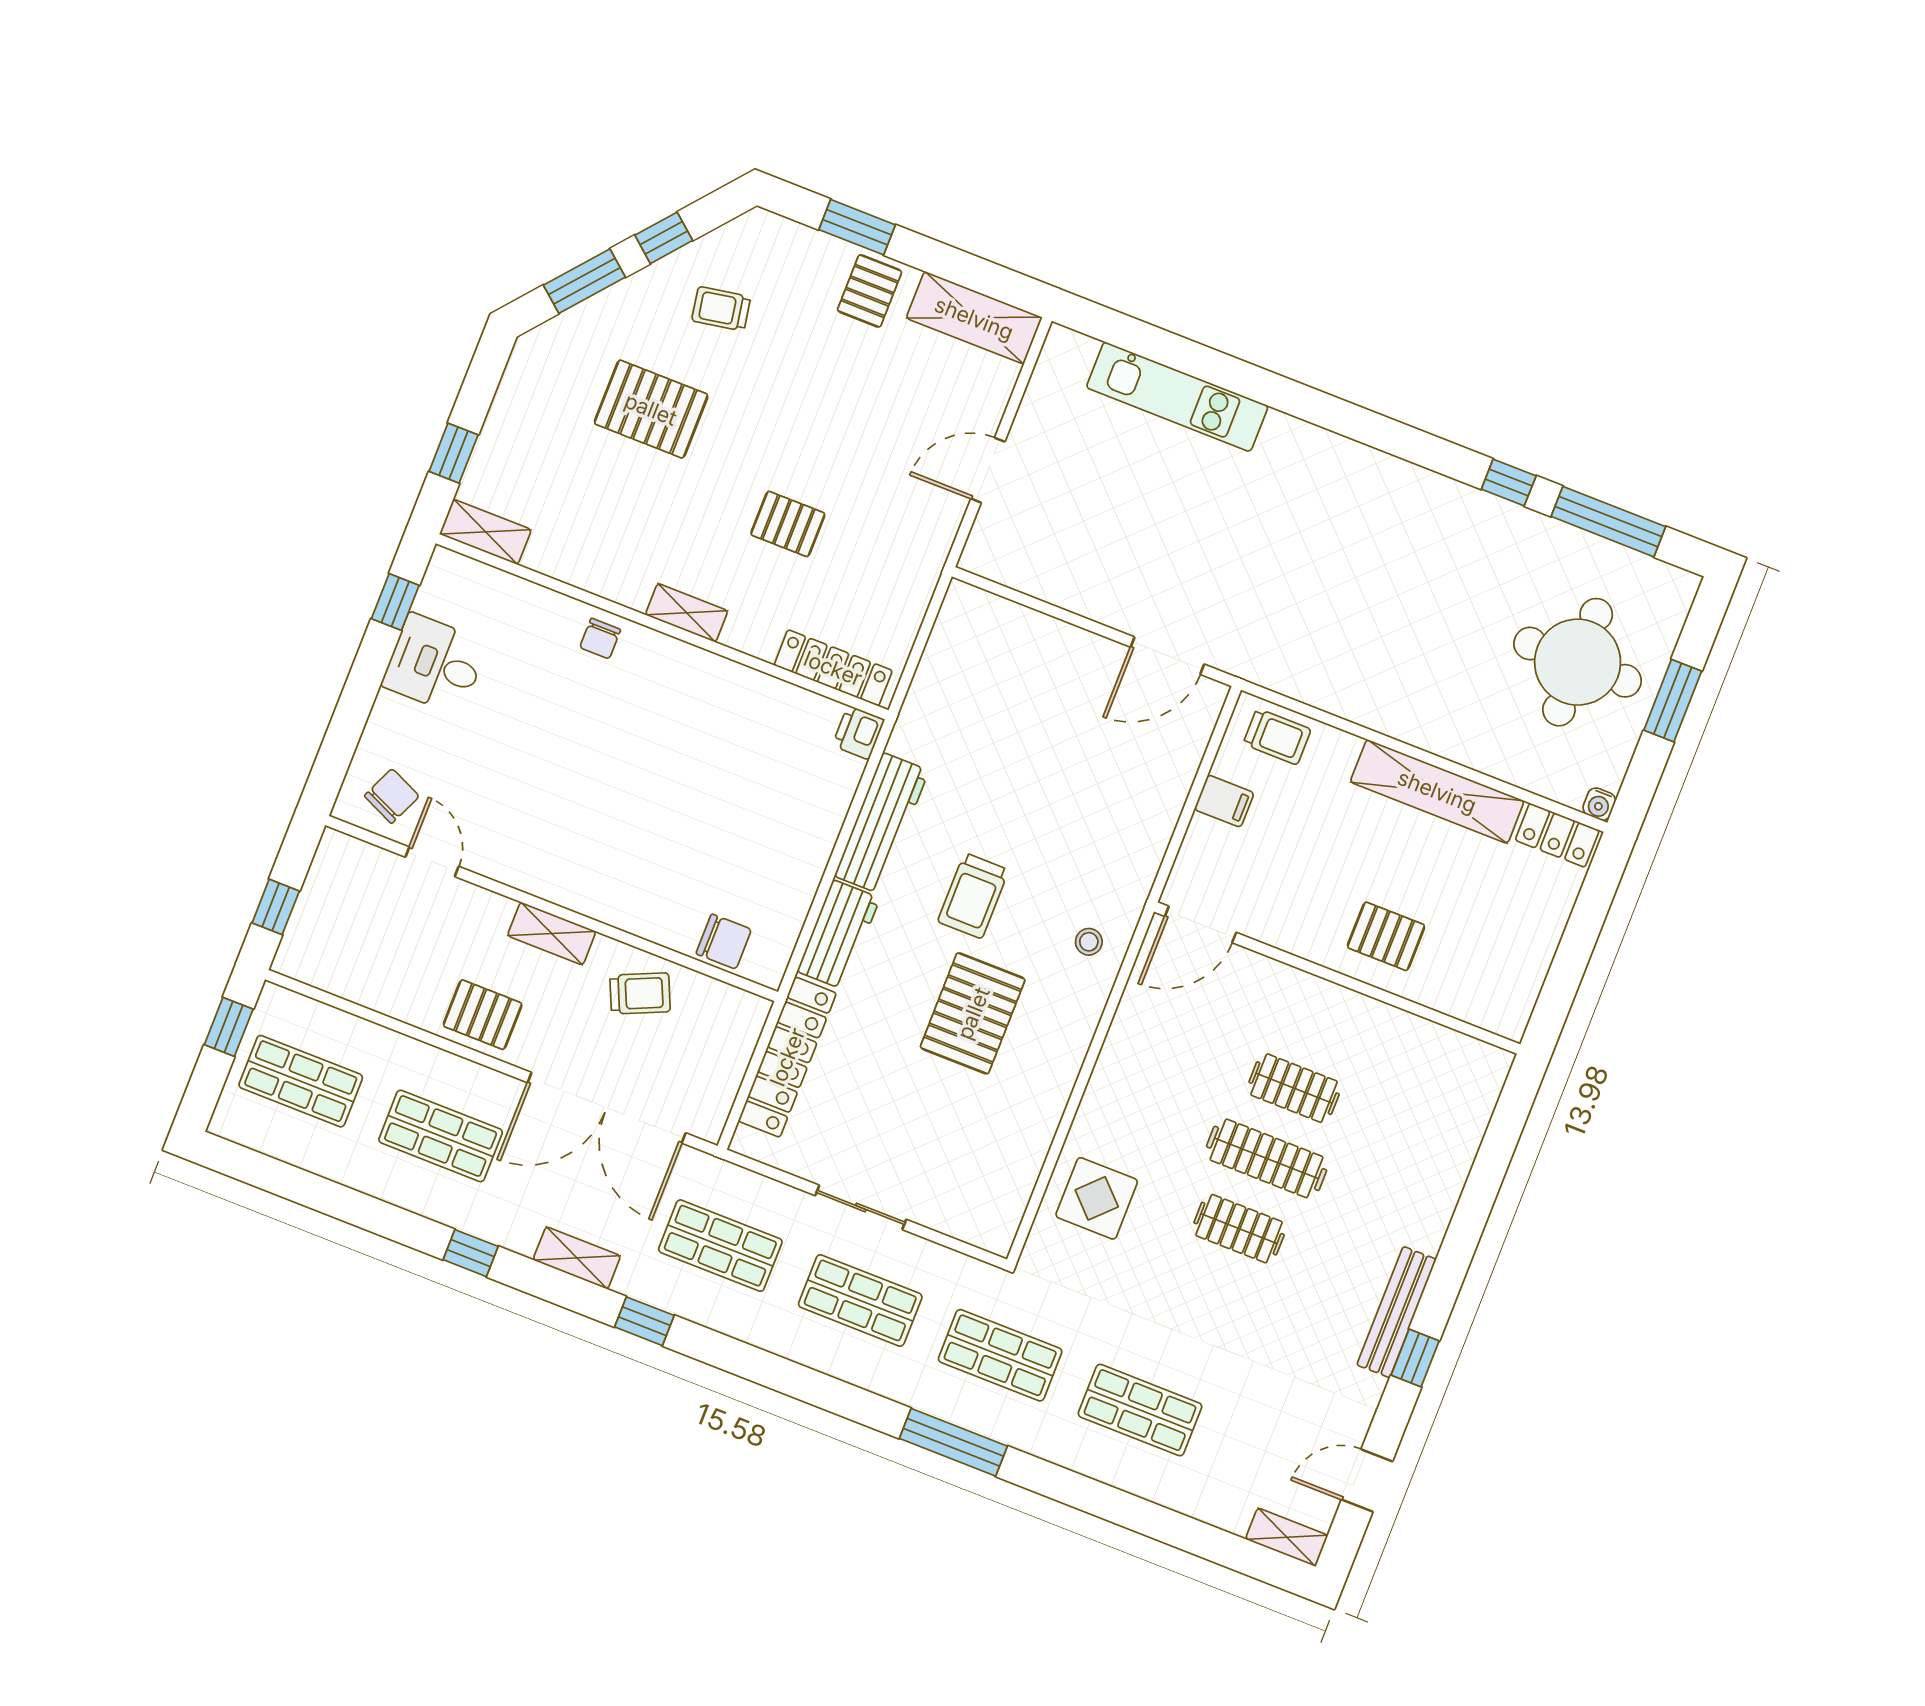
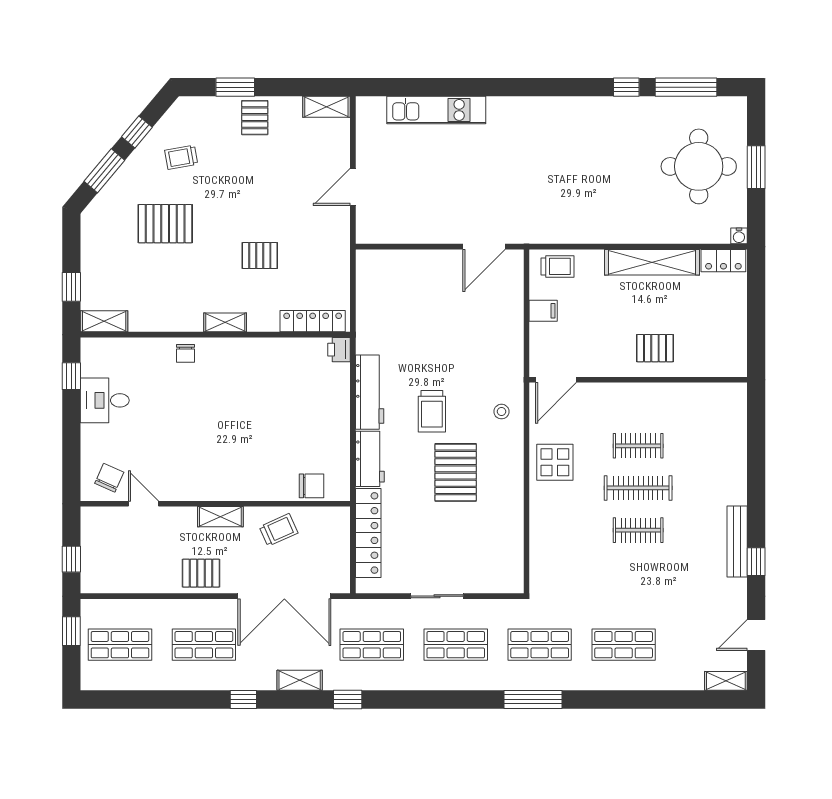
shelving: (974, 318) -> (326, 107), width x0.67, depth x0.75
display table: (1097, 1198) -> (555, 462), moved

